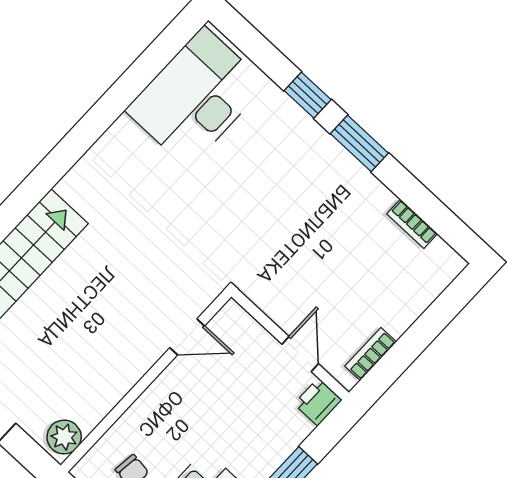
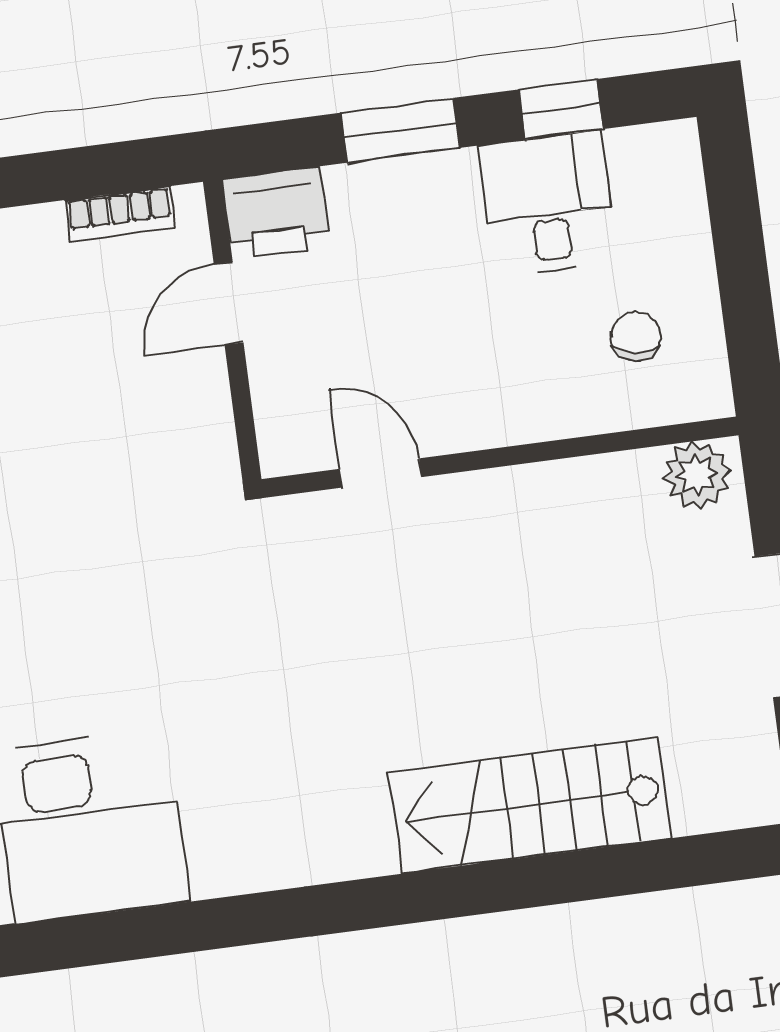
printer: (318, 402) -> (276, 213), width x1.36, depth x1.24

